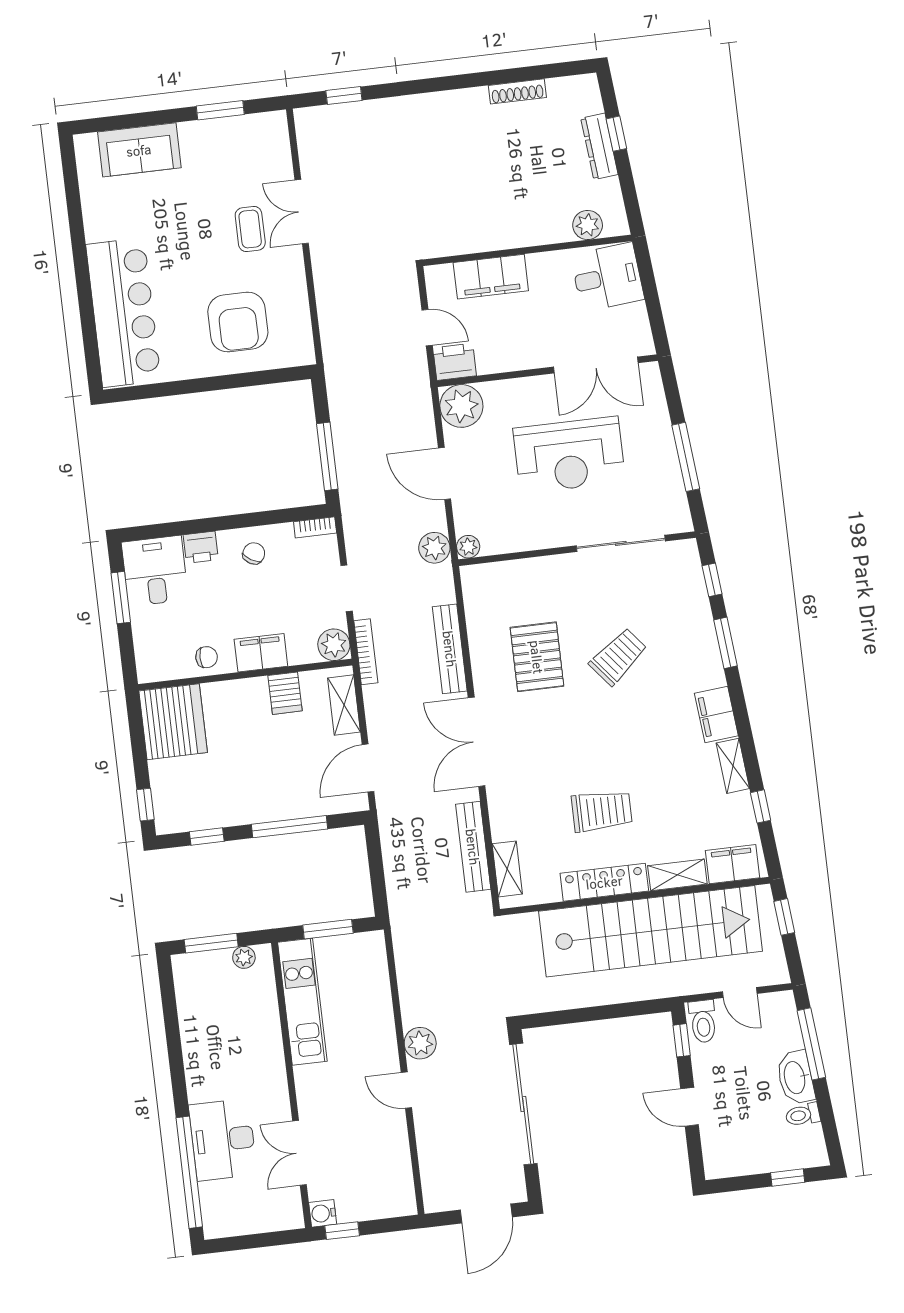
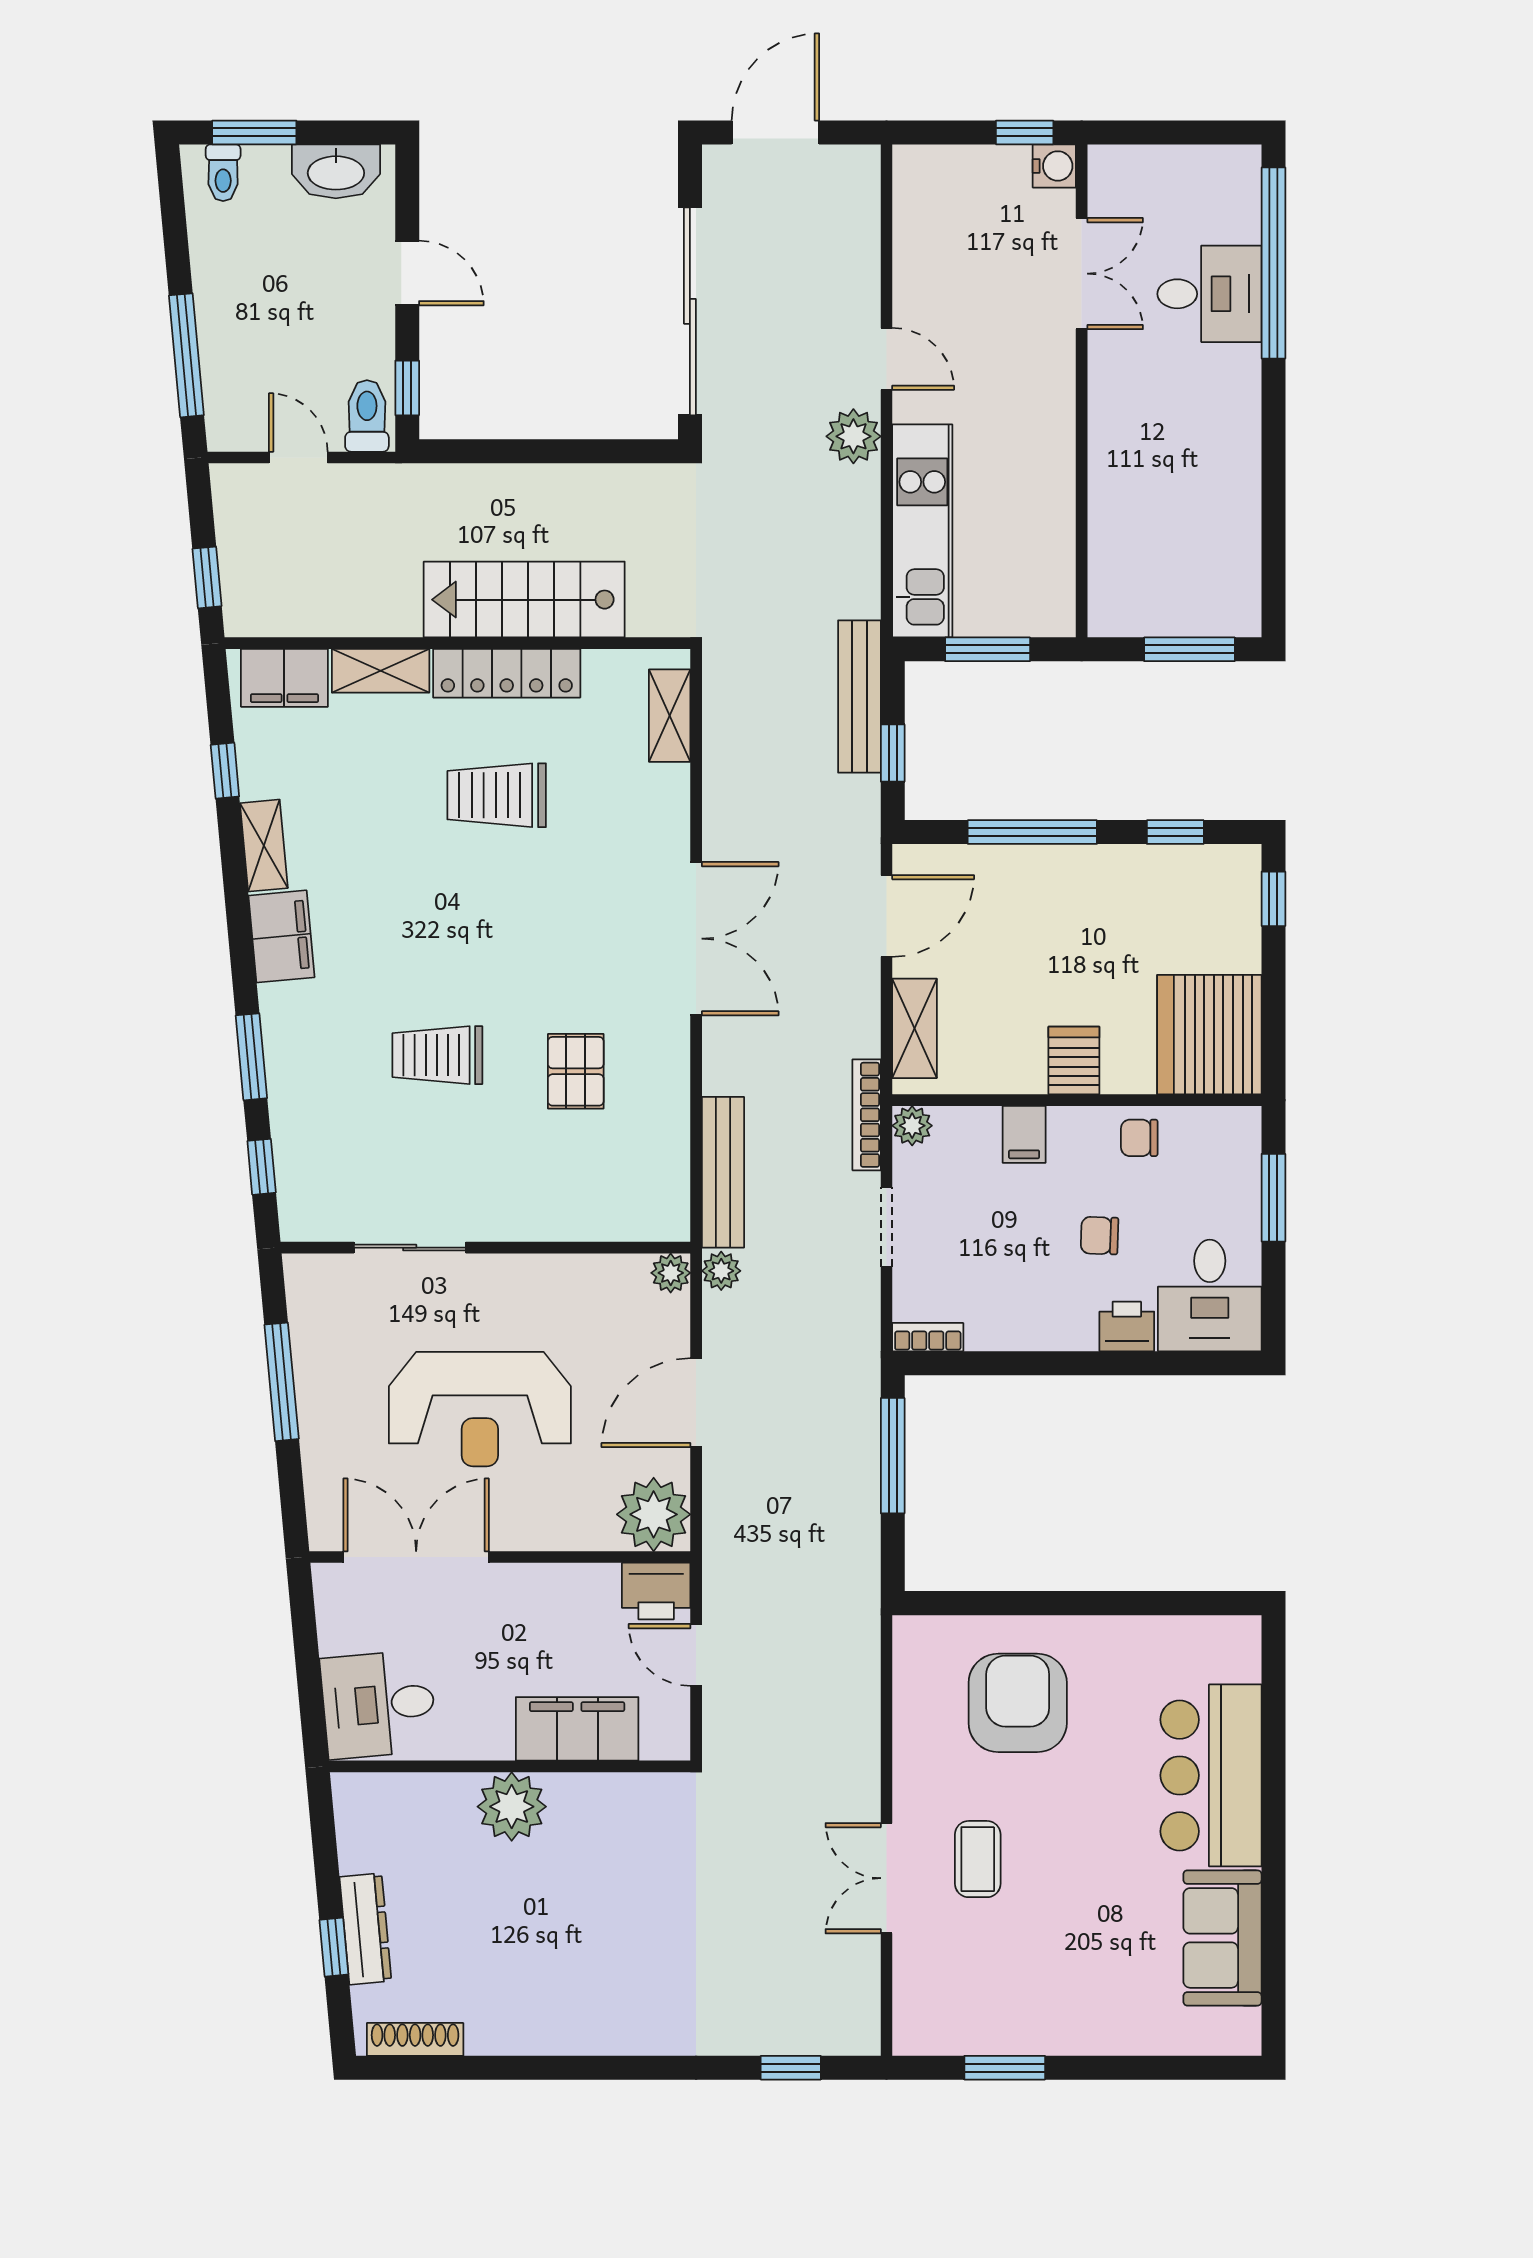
shoe rack: (517, 91) -> (415, 2039), moved
sofa: (139, 150) -> (1222, 1938), moved, turned -90
double door: (302, 212) -> (887, 1878), swing flipped
plant: (588, 225) -> (512, 1807), moved, width x1.36, depth x1.36
bar counter: (123, 313) -> (1211, 1775), width x0.73
reception desk: (569, 455) -> (480, 1409), turned 180
door: (445, 473) -> (696, 1403), swing flipped
sliding door: (621, 543) -> (410, 1248), width x0.73
plant: (434, 548) -> (721, 1271), width x0.73, depth x0.73
chair: (254, 553) -> (1099, 1236), moved, turned 61
window: (121, 598) -> (1273, 1198), moved
plant: (334, 645) -> (912, 1126), width x0.73, depth x0.73
bench: (450, 649) -> (723, 1172), moved
filing cabinet: (261, 653) -> (1024, 1134), width x0.50
pallet: (537, 657) -> (576, 1071), width x0.67, depth x0.71
trolley: (618, 657) -> (437, 1055), turned 39
server rack: (285, 693) -> (1074, 1060), moved
bench: (473, 847) -> (859, 697), moved
window: (376, 863) -> (893, 753), added
stairs: (651, 931) -> (524, 600), width x0.54, depth x0.66
plant: (244, 957) -> (1137, 618), removed
kitchen unit: (302, 1002) -> (922, 531), moved, turned 180
washbasin: (795, 1077) -> (336, 171), moved, turned 95
toilet: (803, 1115) -> (223, 173), moved, turned 95
desk: (223, 1140) -> (1210, 294), width x0.73
window: (788, 1178) -> (254, 132), width x1.50

